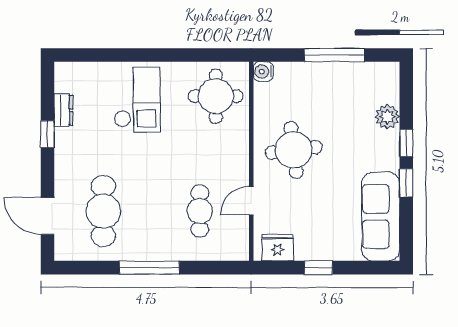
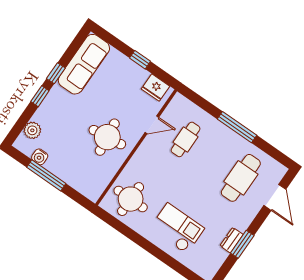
water cooler: (263, 72) -> (40, 157), moved, turned 90
checkout: (137, 100) -> (177, 228), turned 90
dresser: (63, 110) -> (232, 240), moved
plant: (387, 117) -> (32, 130), moved
window: (47, 134) -> (242, 244), width x1.50

